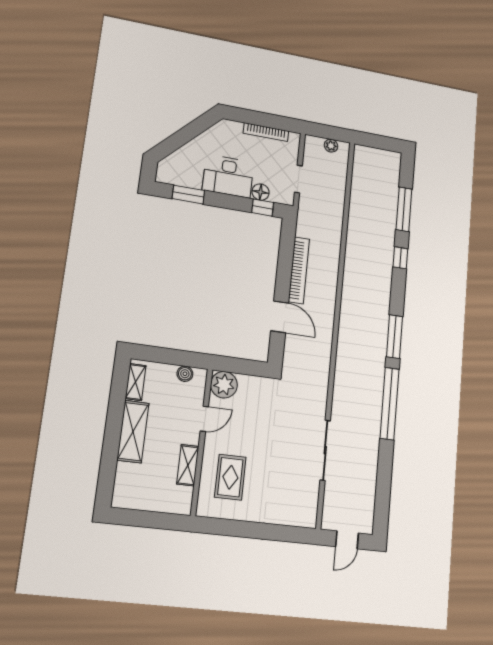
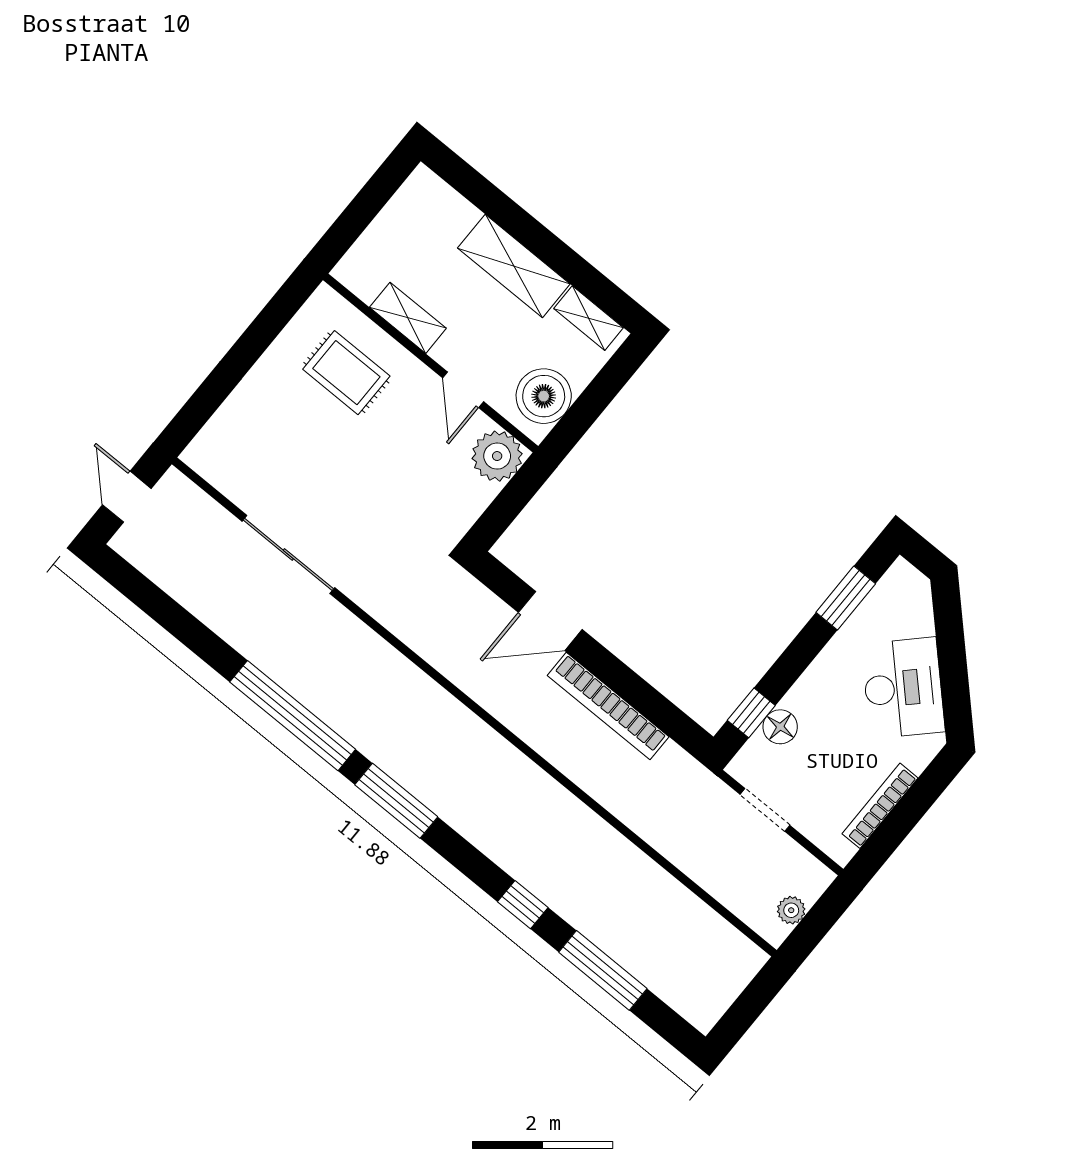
desk: (228, 176) -> (903, 688), moved, turned 135
boiler: (185, 374) -> (544, 396), width x1.86, depth x1.86

